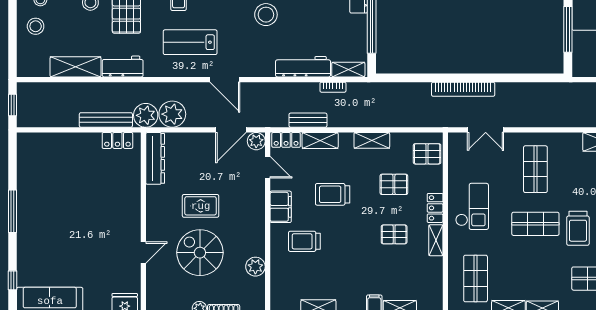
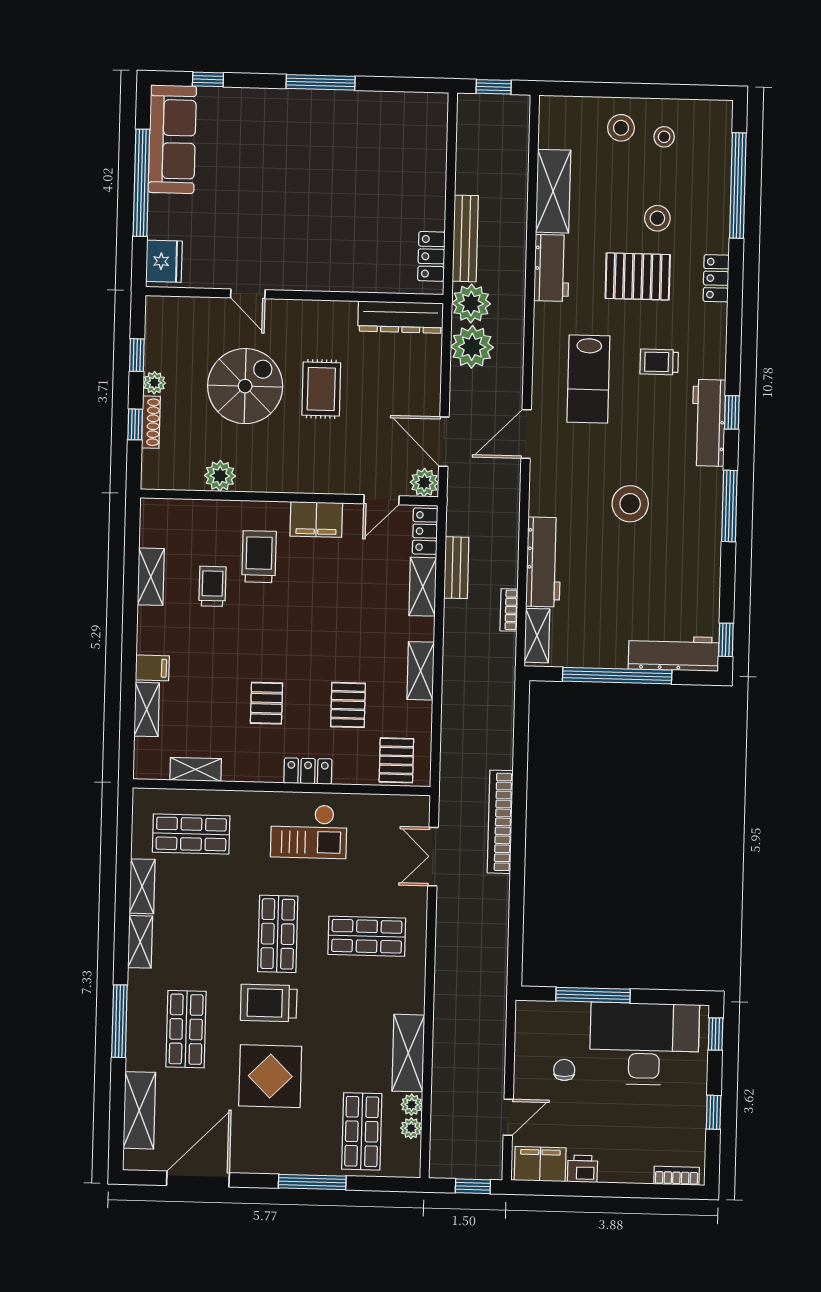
lab bench: (190, 42) -> (588, 379), turned 180
trolley: (333, 194) -> (212, 586), moved, width x0.73, depth x0.72
shelving: (436, 240) -> (196, 769), moved

